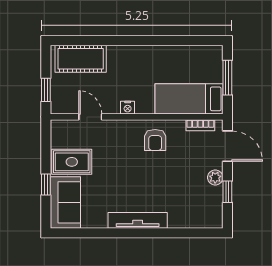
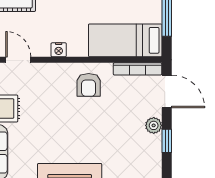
bookcase: (200, 125) -> (137, 69), width x1.56

